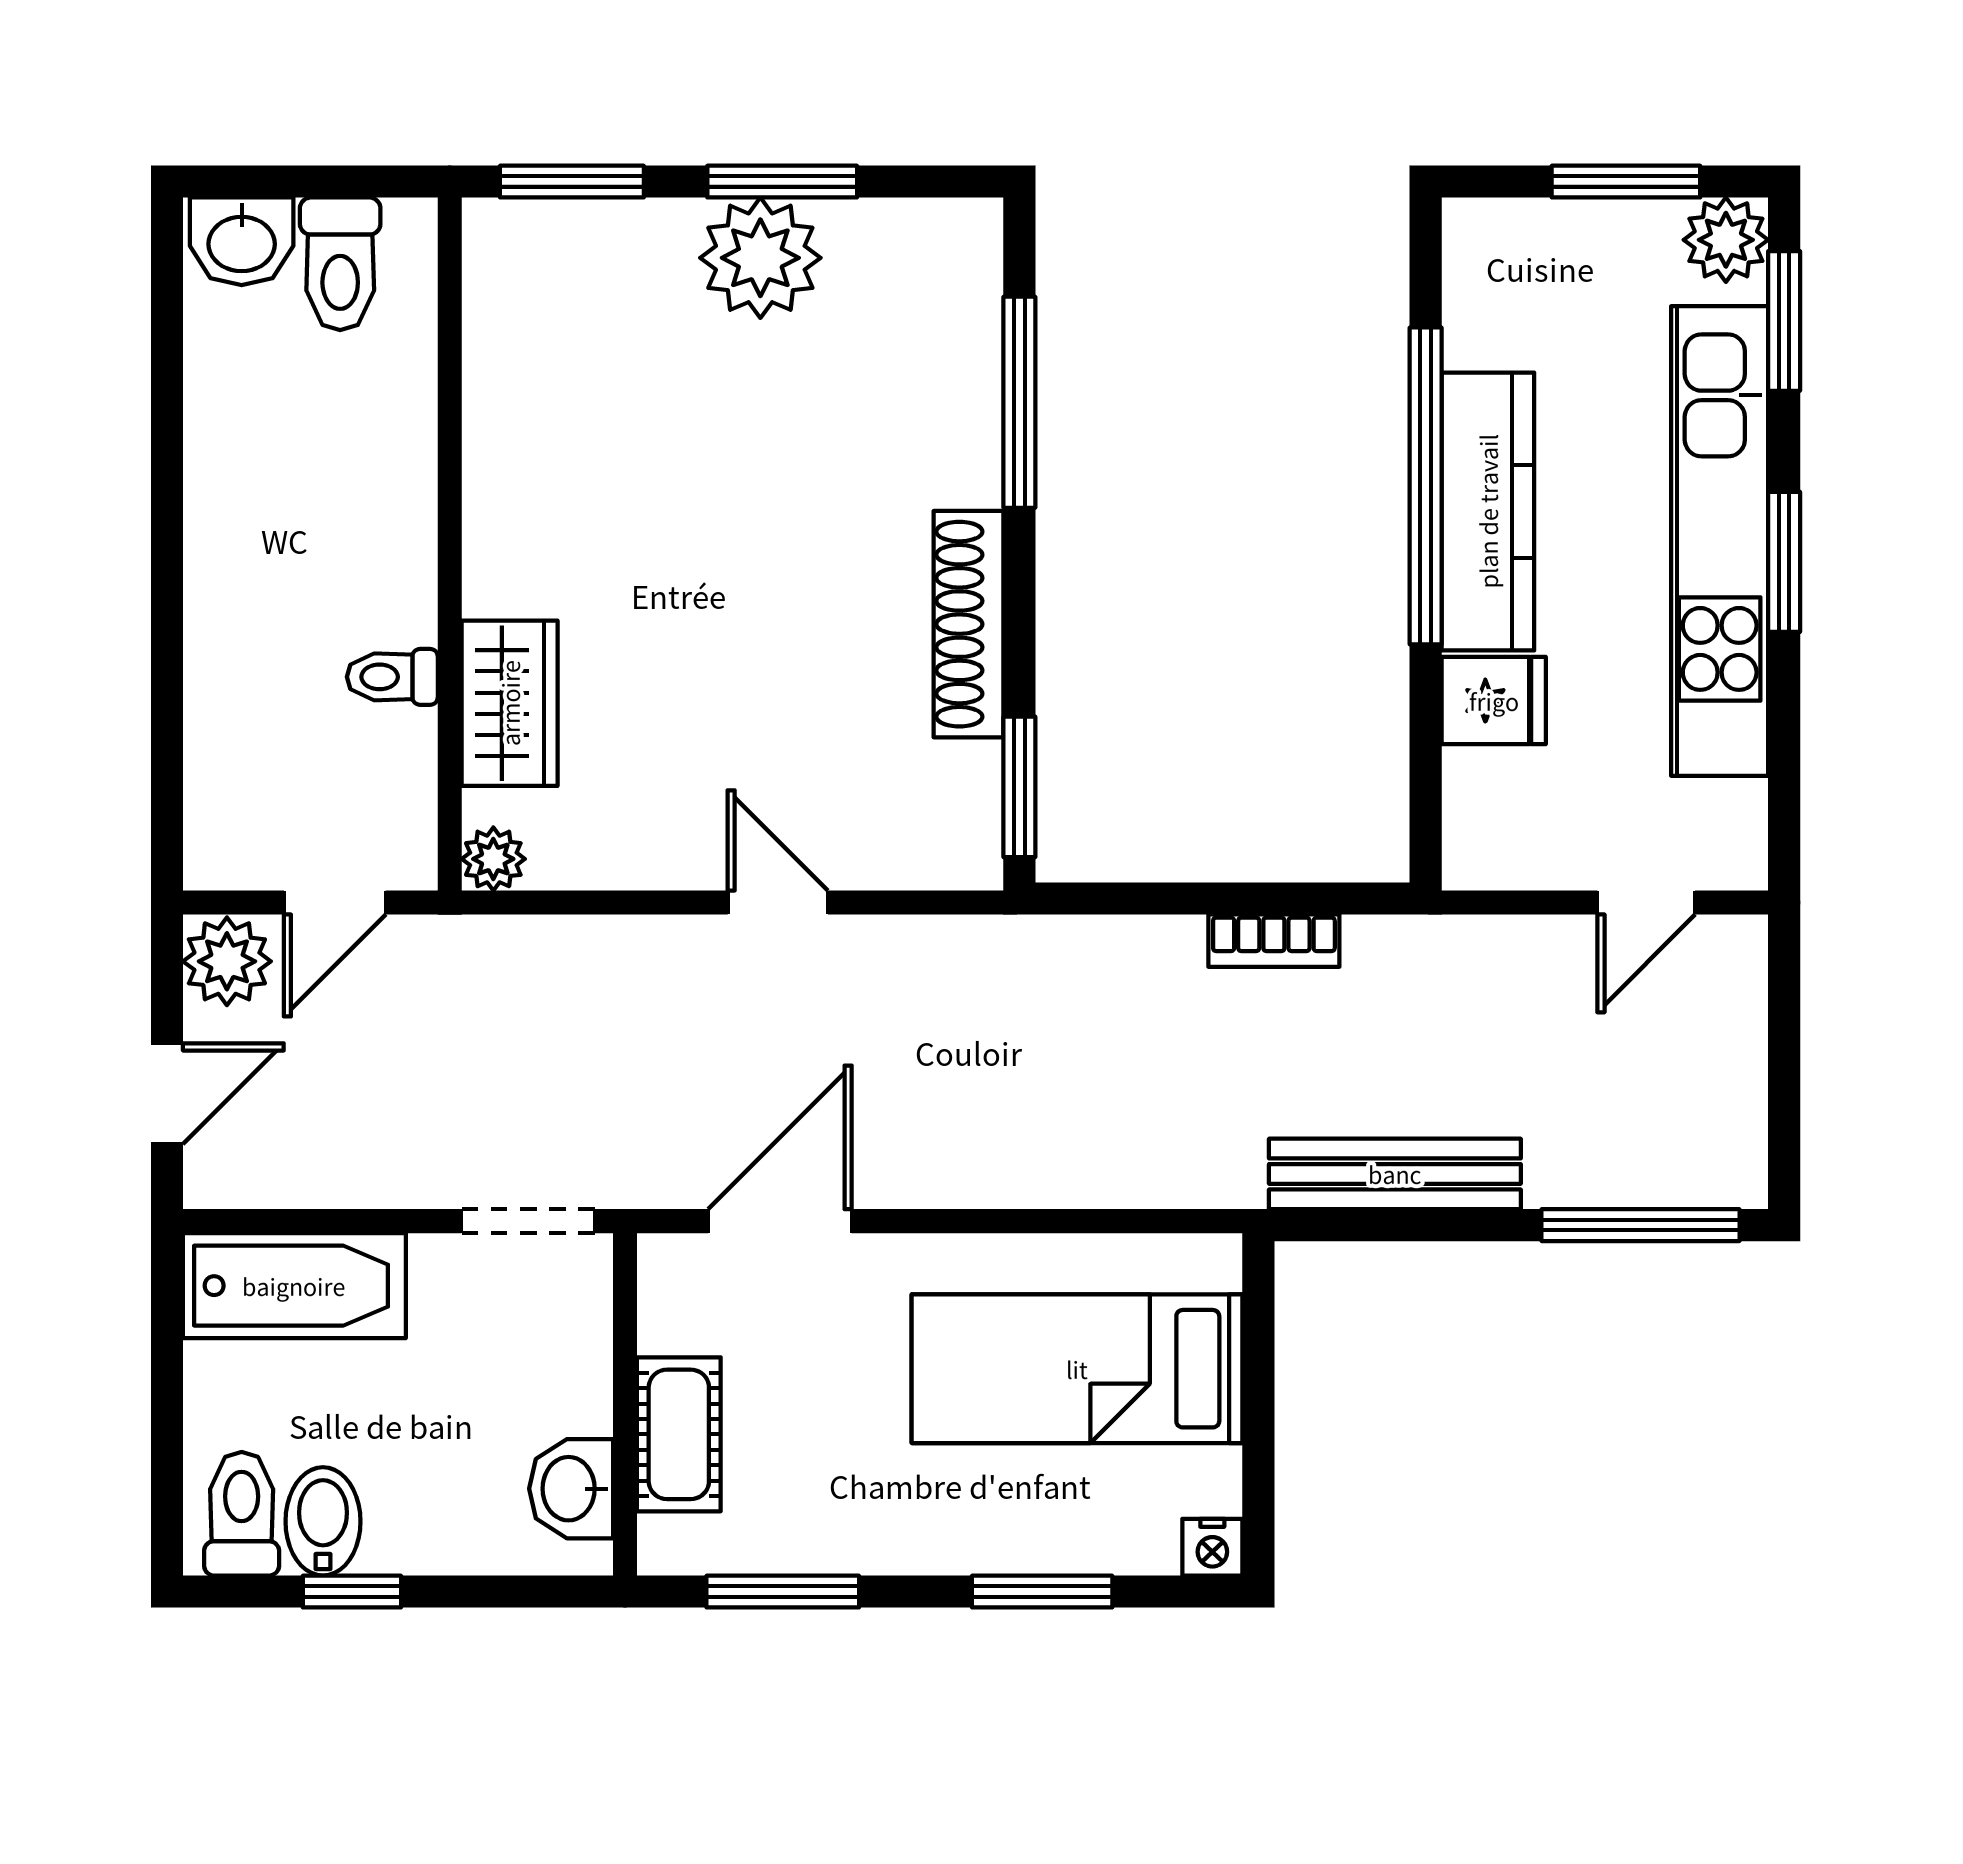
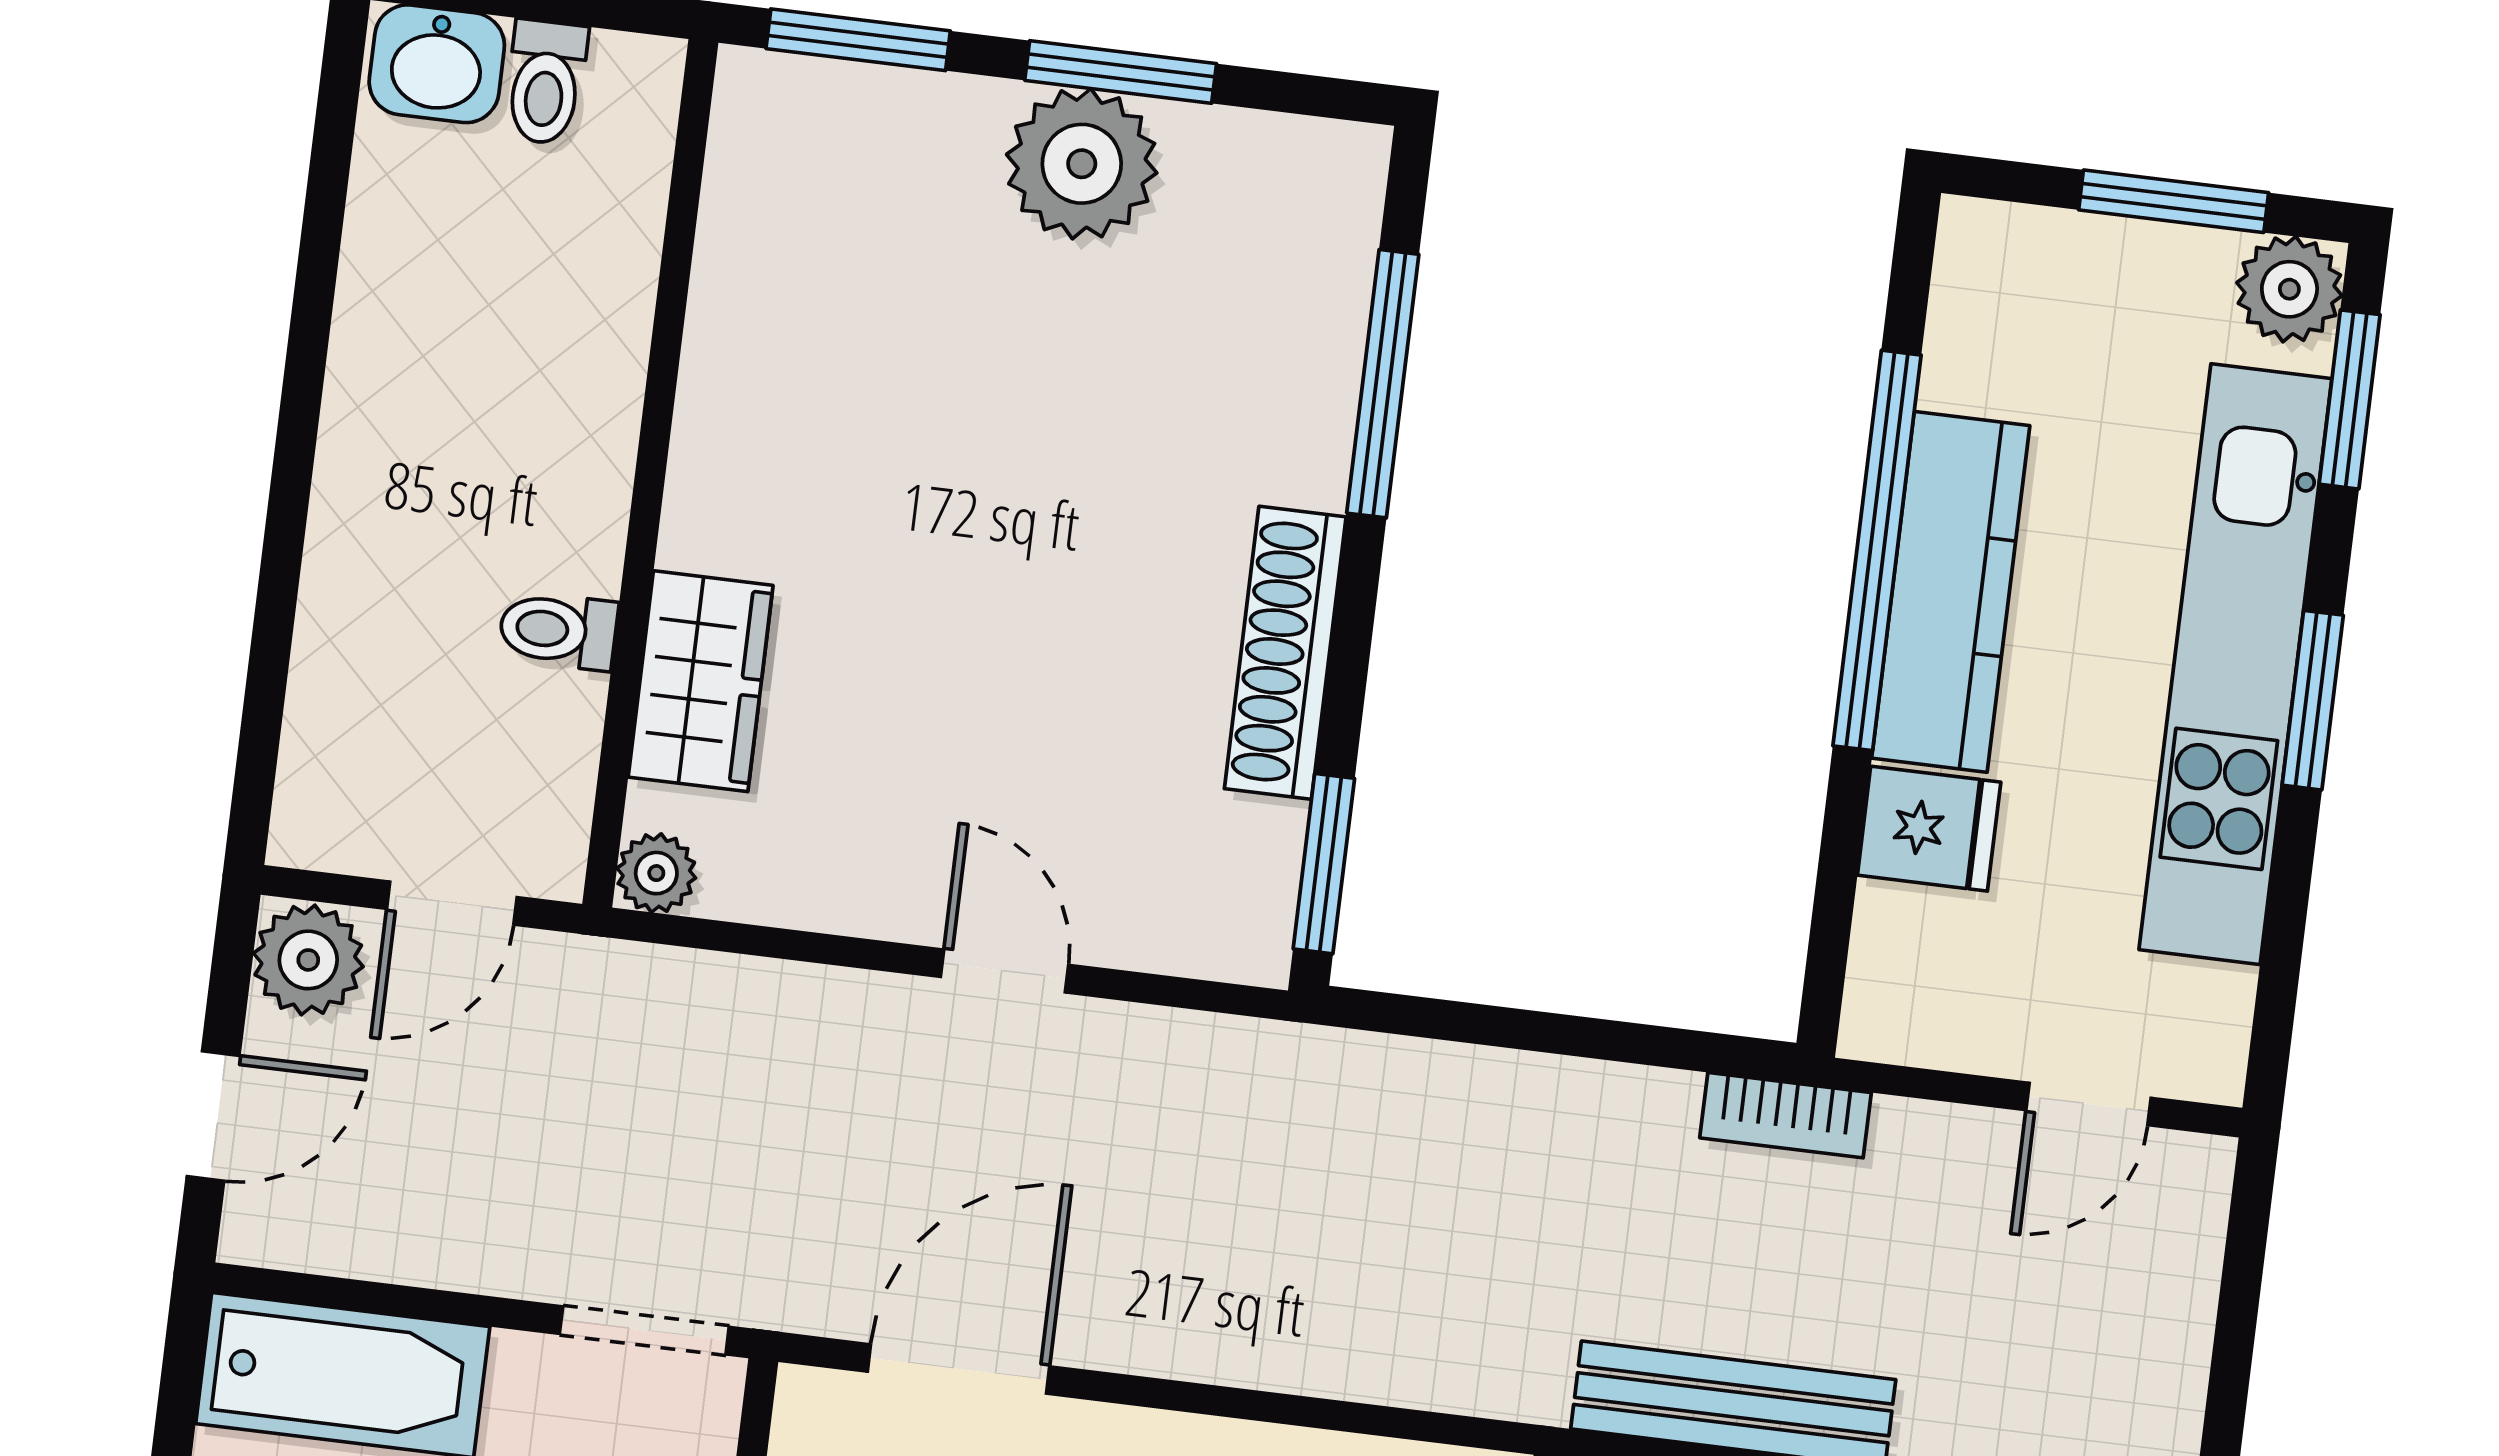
toilet: (340, 264) -> (546, 82), width x0.73, depth x0.72
bookcase: (1274, 941) -> (1785, 1115), moved

